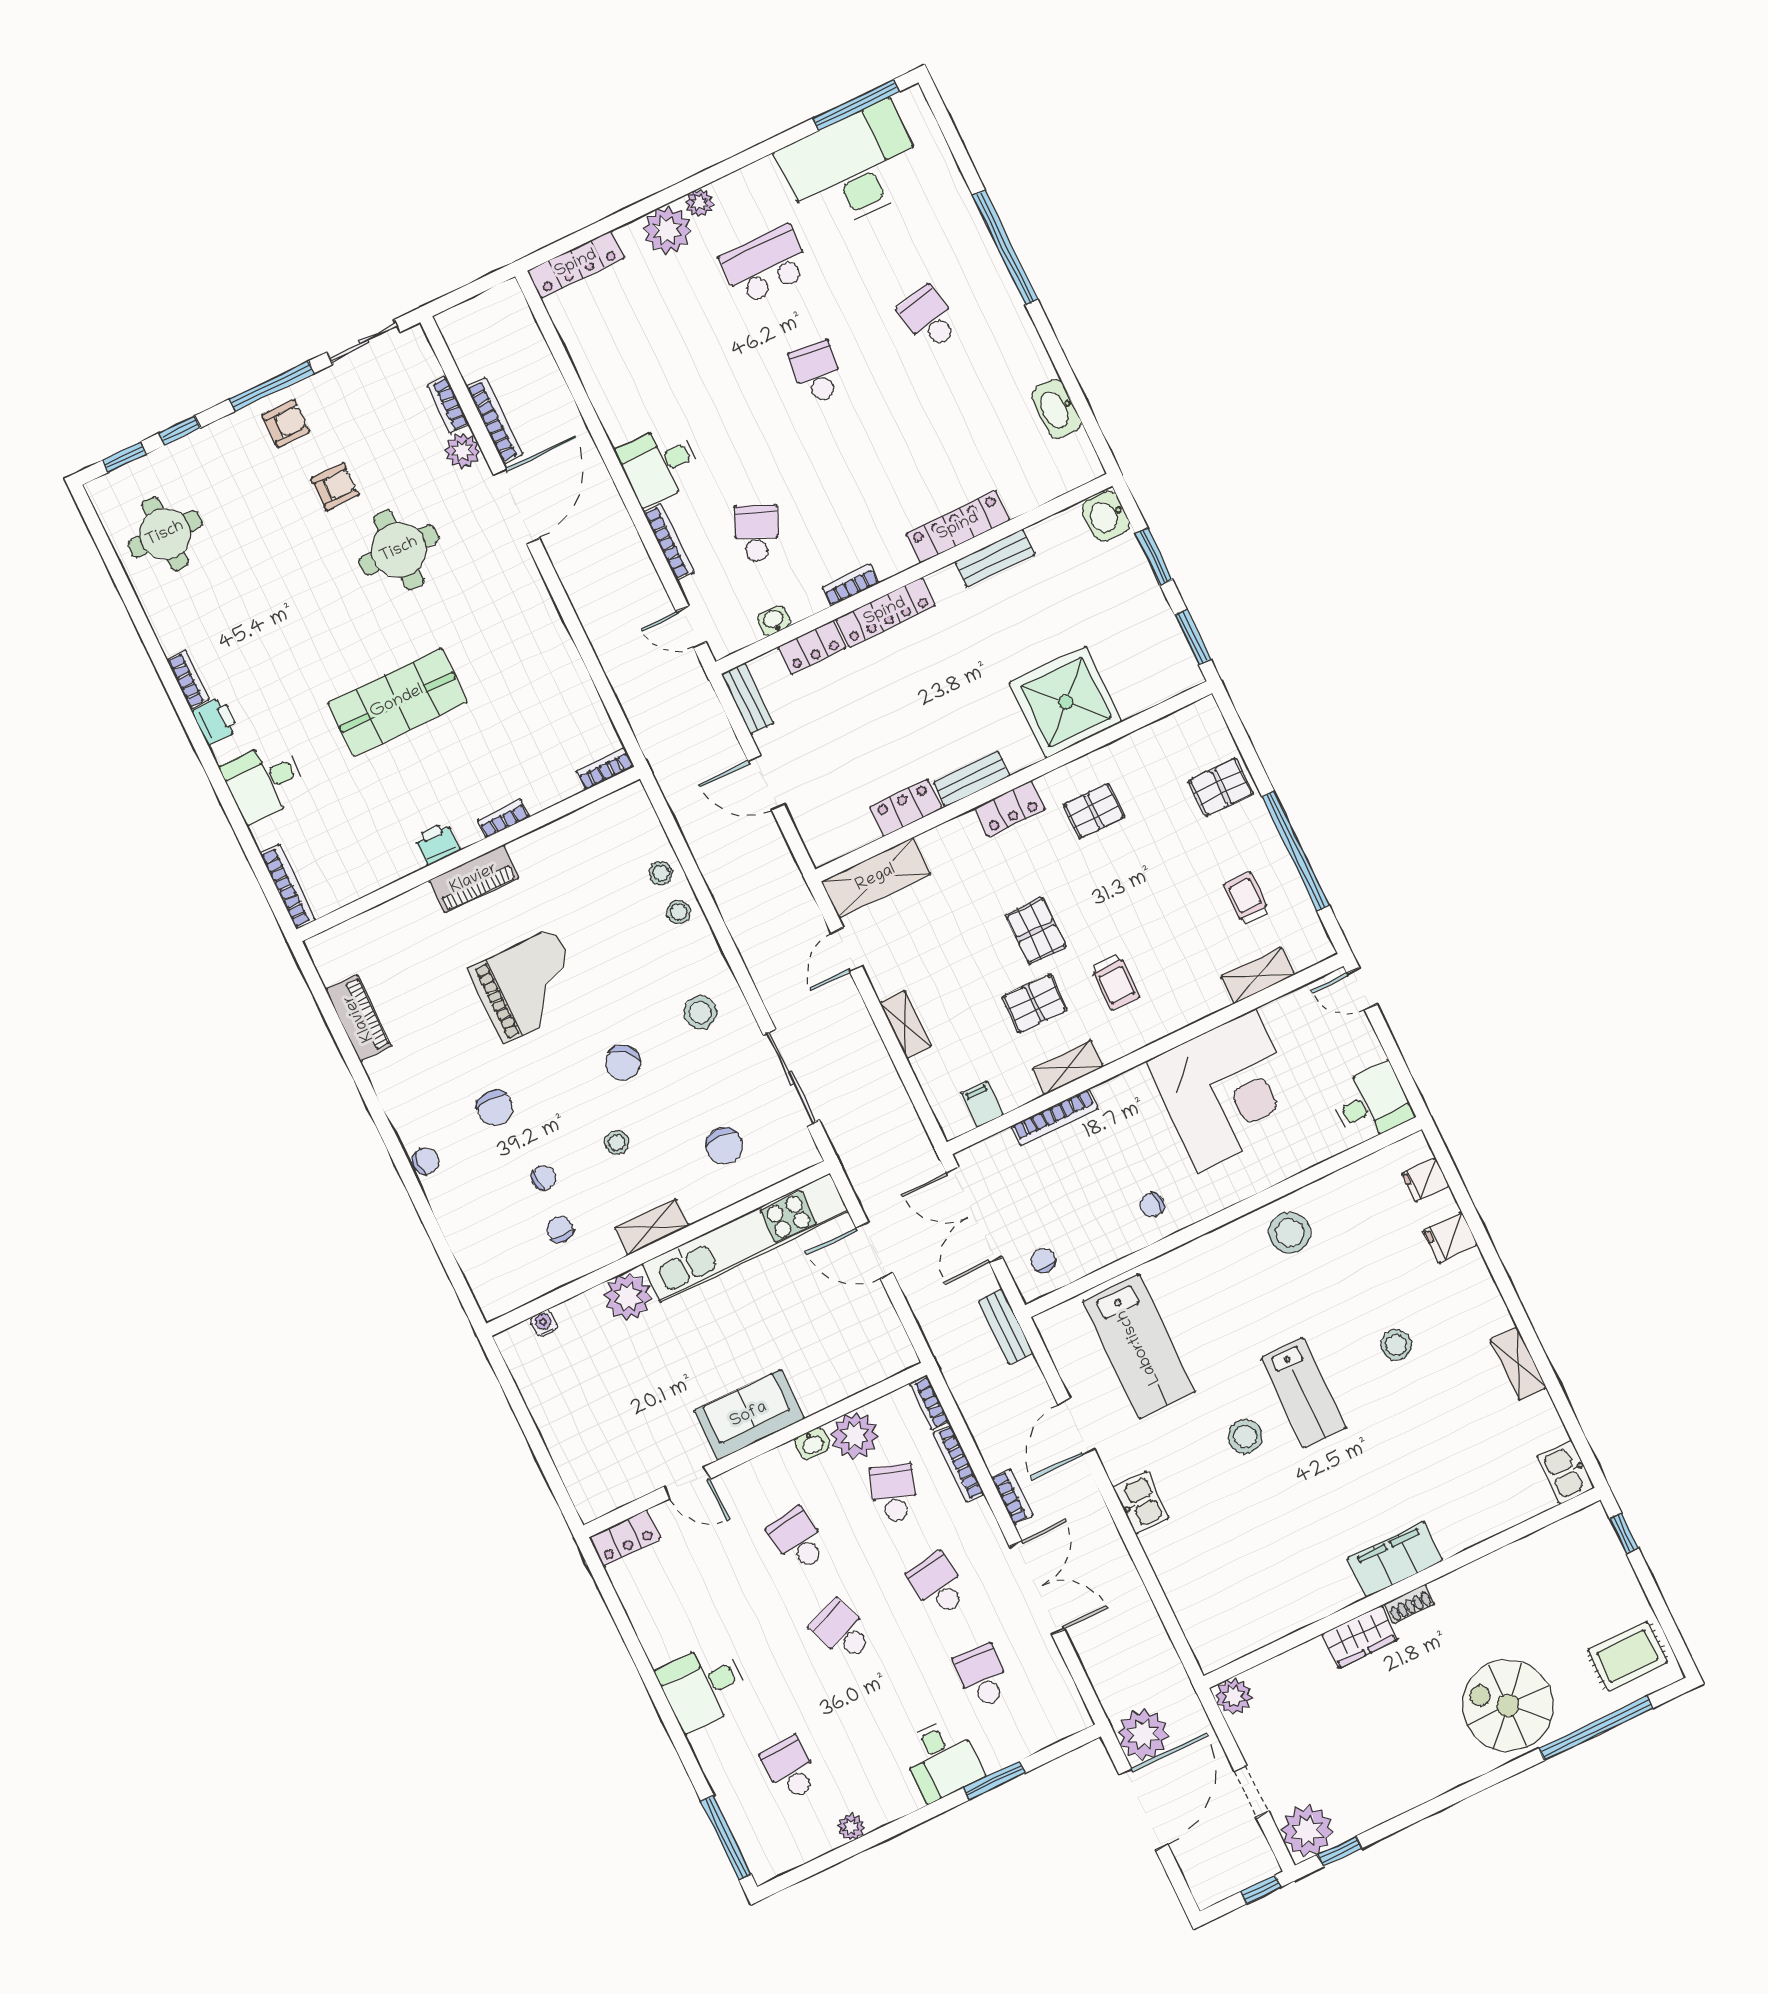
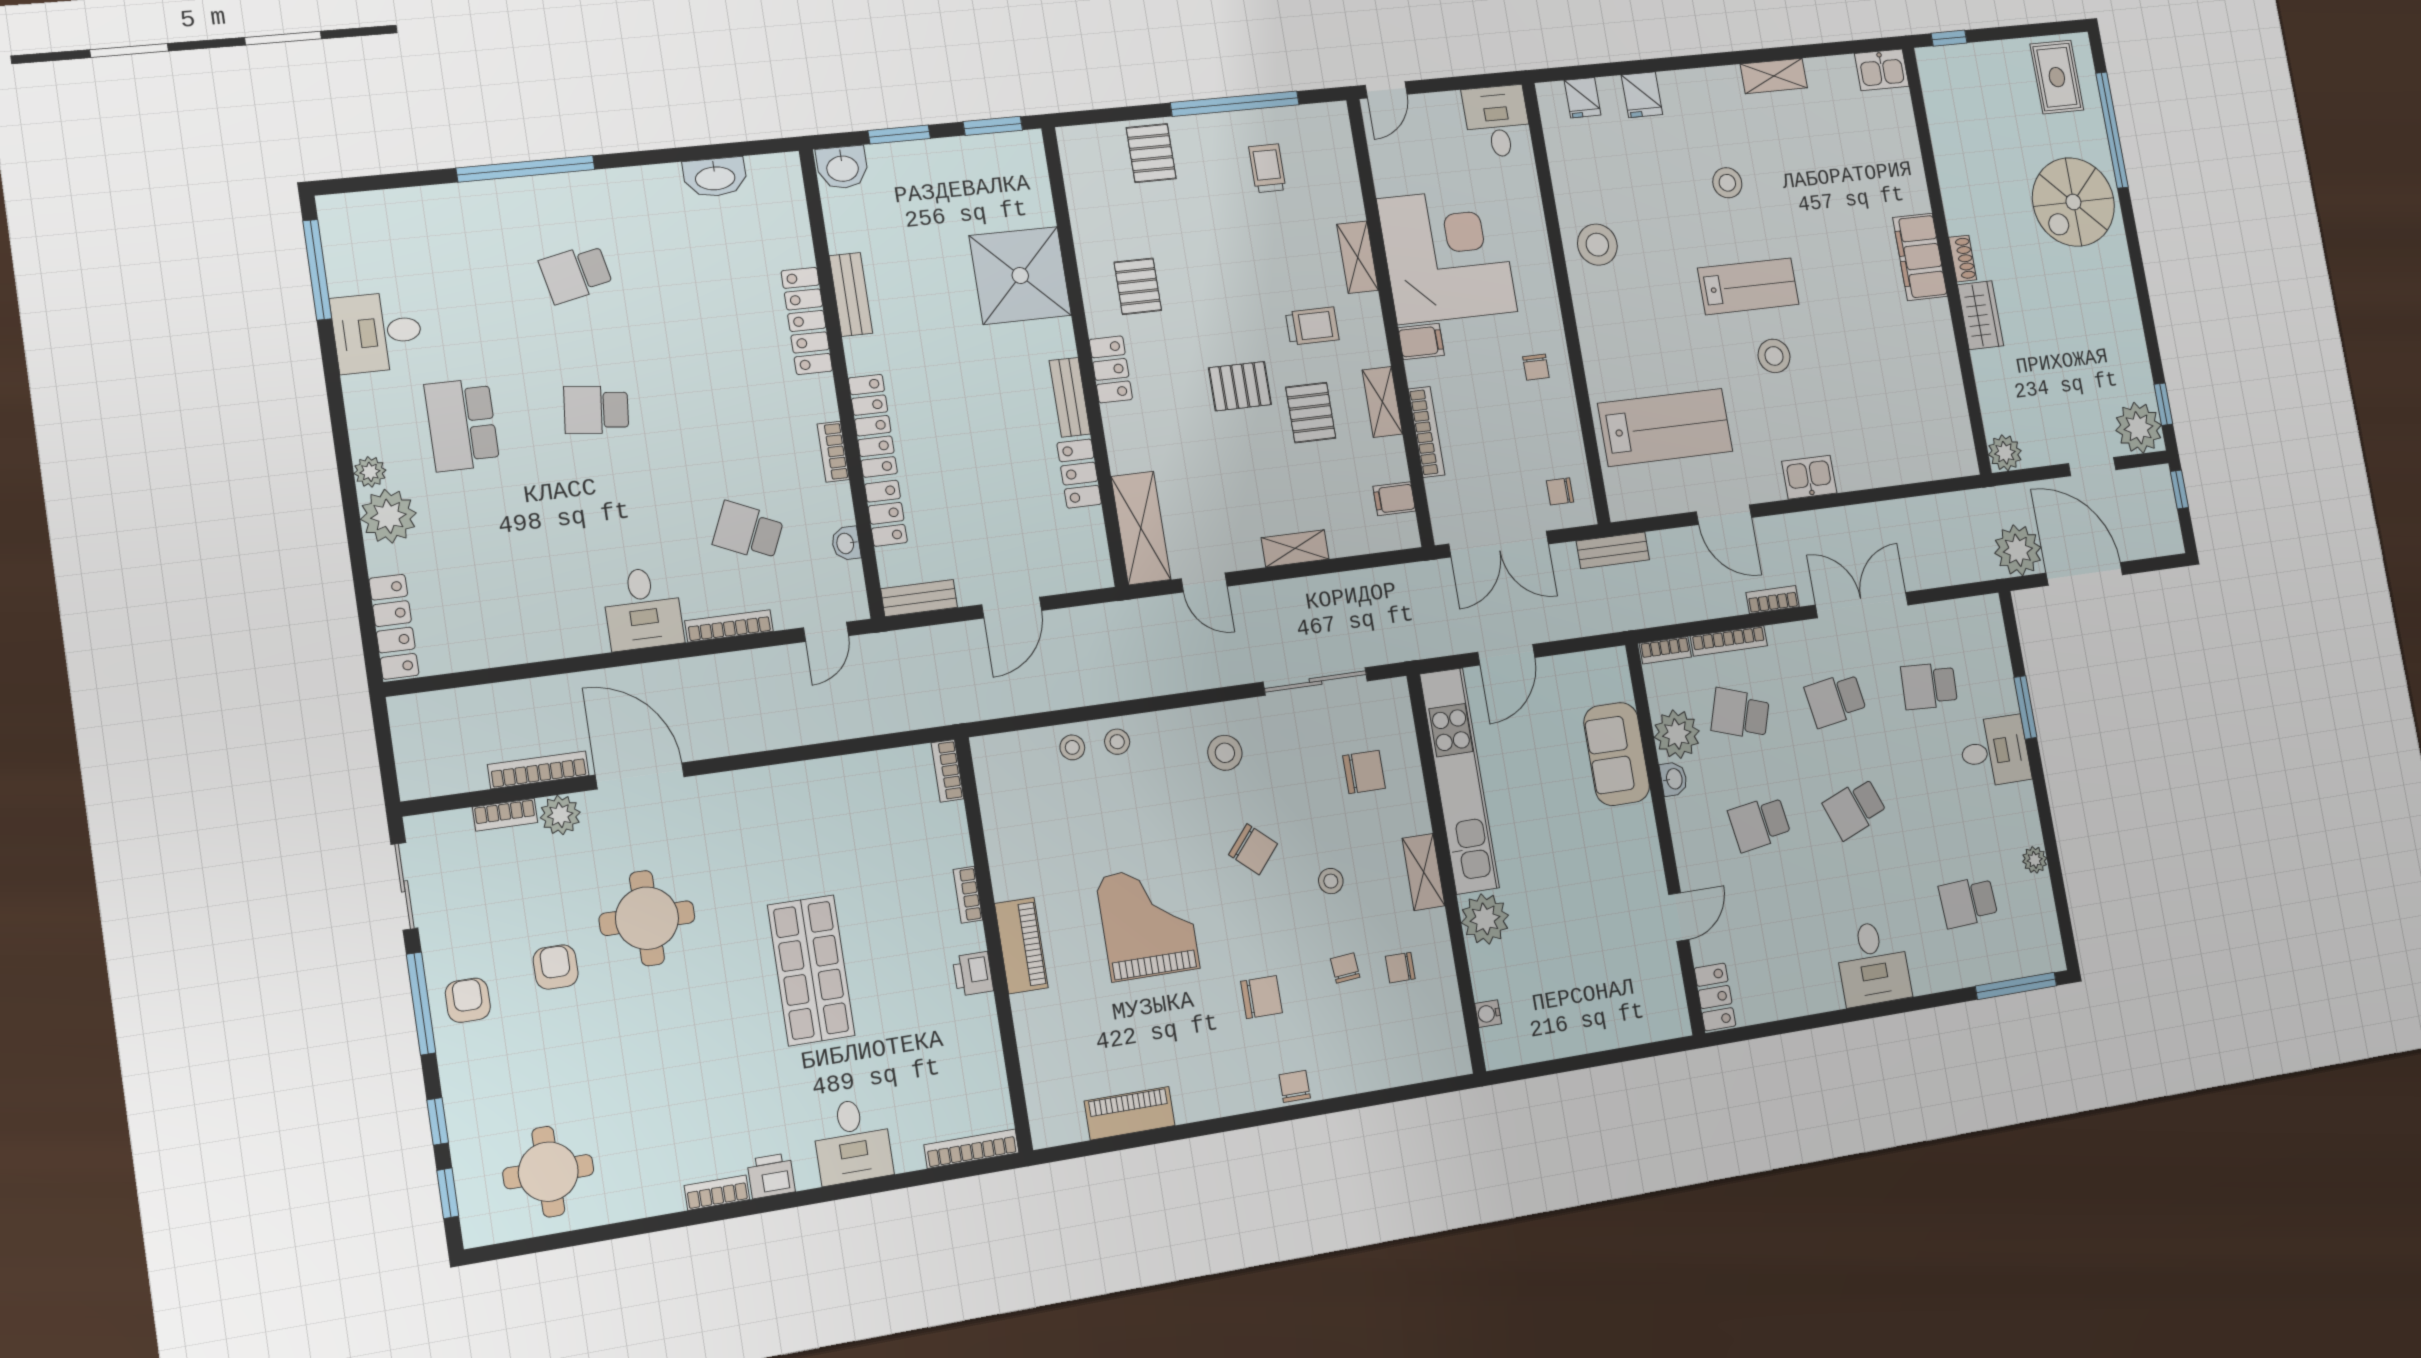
desk: (852, 168) -> (377, 332), width x0.53, depth x0.77
trolley: (1246, 898) -> (1267, 168), turned 90
shelving: (1258, 976) -> (1358, 257), moved
filing cabinet: (1137, 1089) -> (1421, 342), added
sofa: (749, 1415) -> (1617, 754), moved

